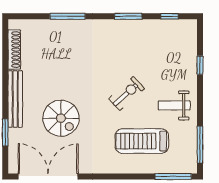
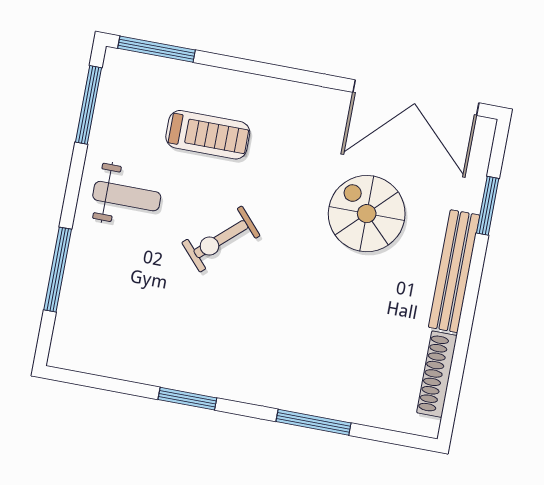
window: (169, 16) -> (102, 383), removed
window: (200, 65) -> (58, 270), width x2.17
treadmill: (142, 141) -> (208, 135), width x0.73, depth x0.73

